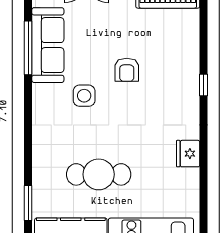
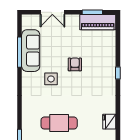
armchair: (127, 70) -> (75, 64), turned 180
fridge: (188, 154) -> (109, 122), moved

